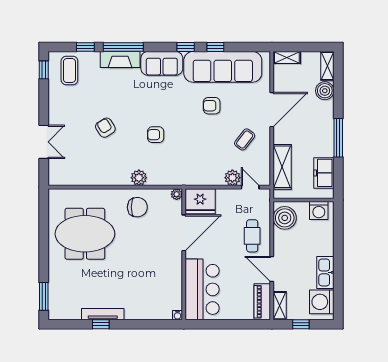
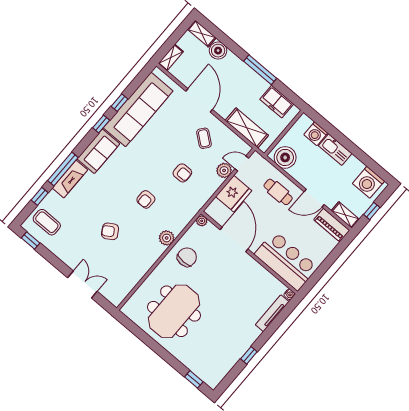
armchair: (212, 106) -> (182, 173), moved, turned -90
fridge: (200, 201) -> (234, 194), moved
washing machine: (319, 211) -> (316, 134), moved, turned 90
kitchen sink: (325, 272) -> (335, 150), moved
window: (44, 296) -> (194, 379), width x0.67
tv unit: (103, 314) -> (272, 313), moved

